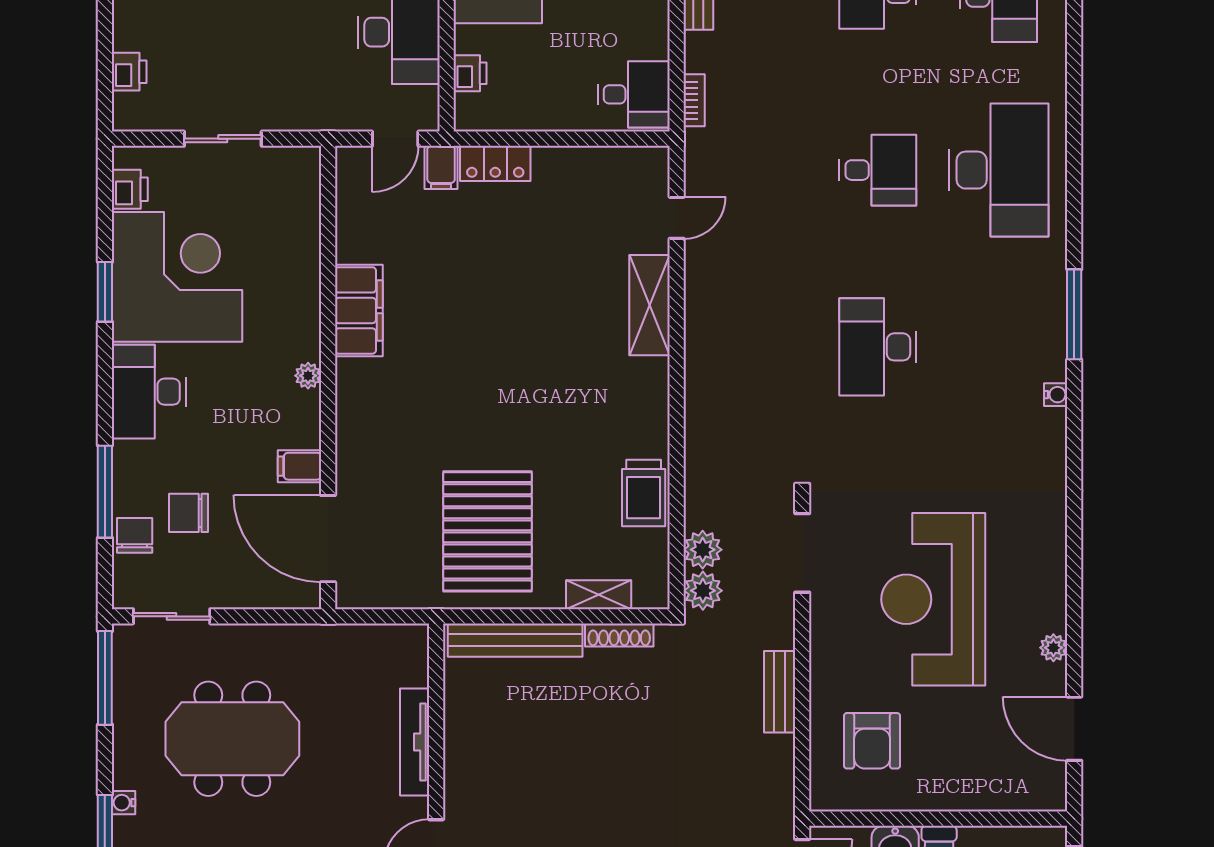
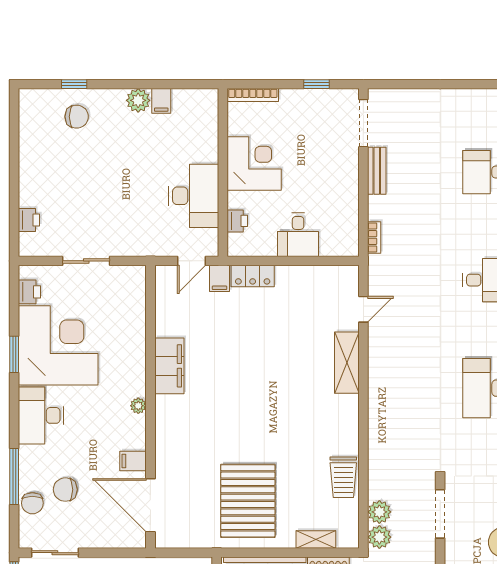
desk: (634, 94) -> (298, 235), moved, turned 90
chair: (135, 535) -> (32, 503), turned 180

